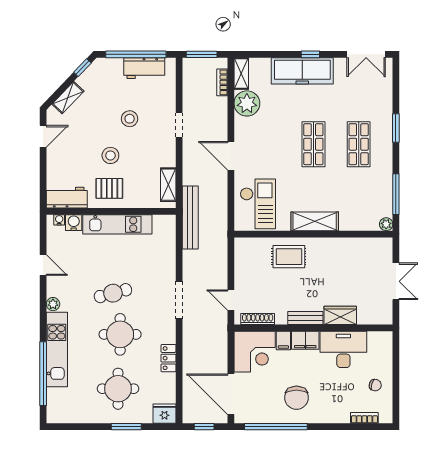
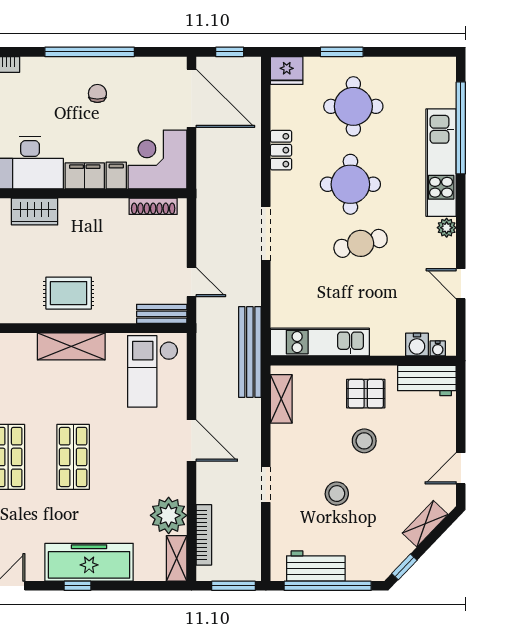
bookcase: (222, 82) -> (204, 535), width x1.56
kitchen unit: (117, 224) -> (320, 342), moved
rug: (289, 257) -> (69, 293), moved
door: (231, 300) -> (192, 282), moved
bench: (305, 318) -> (162, 314), moved
chair: (296, 398) -> (97, 93), width x0.54, depth x0.54
window: (276, 427) -> (90, 52), moved

